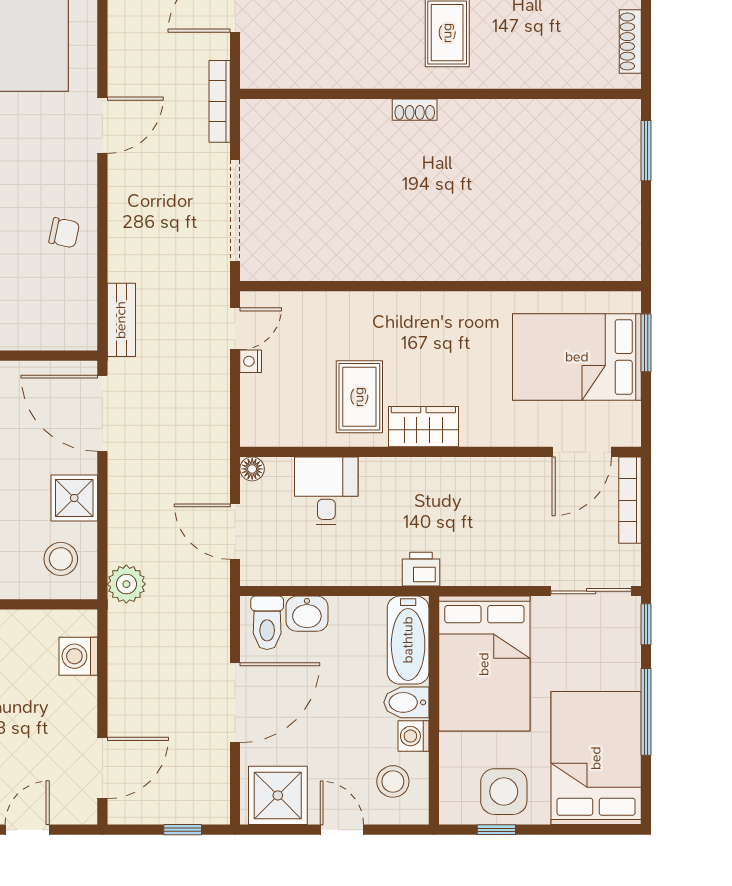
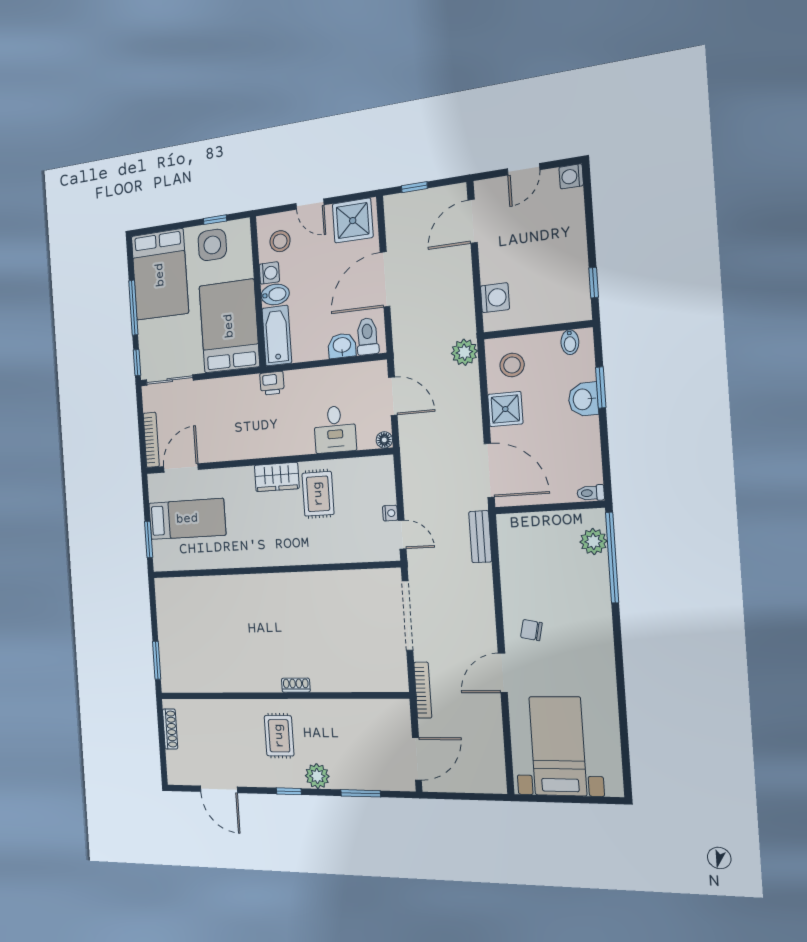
chair: (64, 233) -> (531, 630), moved
door: (235, 329) -> (402, 535), swing flipped
bed: (577, 357) -> (187, 519), width x0.67

